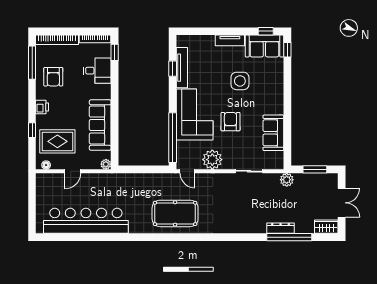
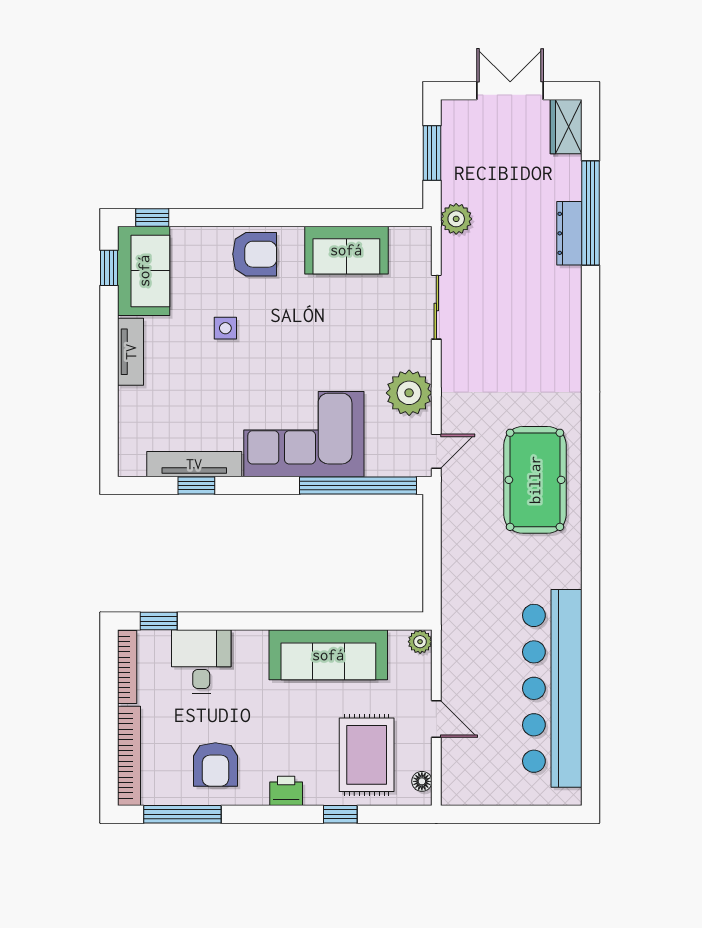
armchair: (53, 77) -> (215, 765), turned 90
side table: (240, 81) -> (225, 328), width x0.54, depth x0.54
armchair: (230, 122) -> (255, 254), moved, turned 180

